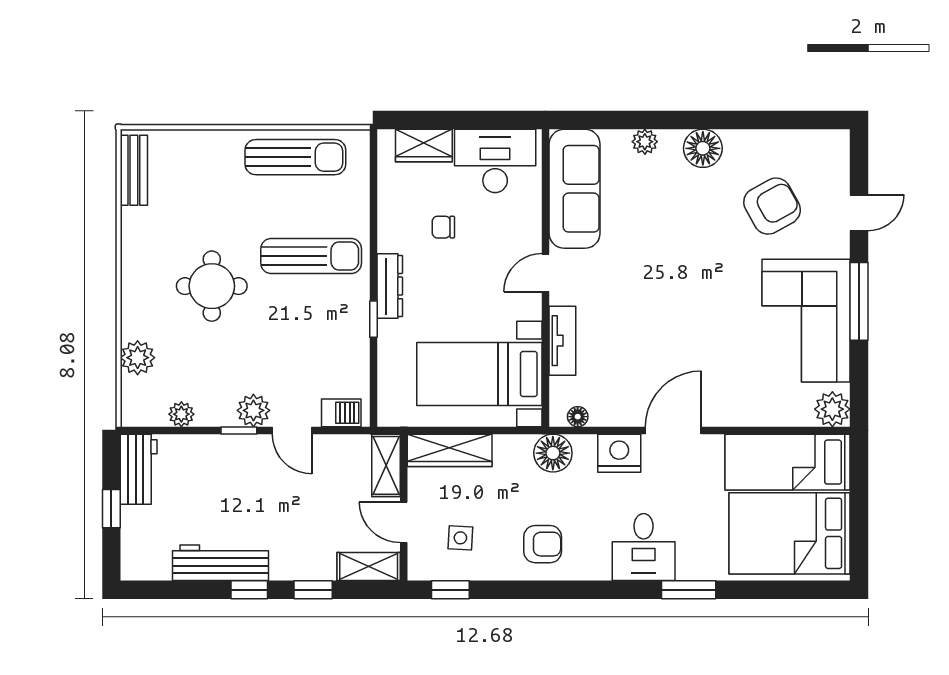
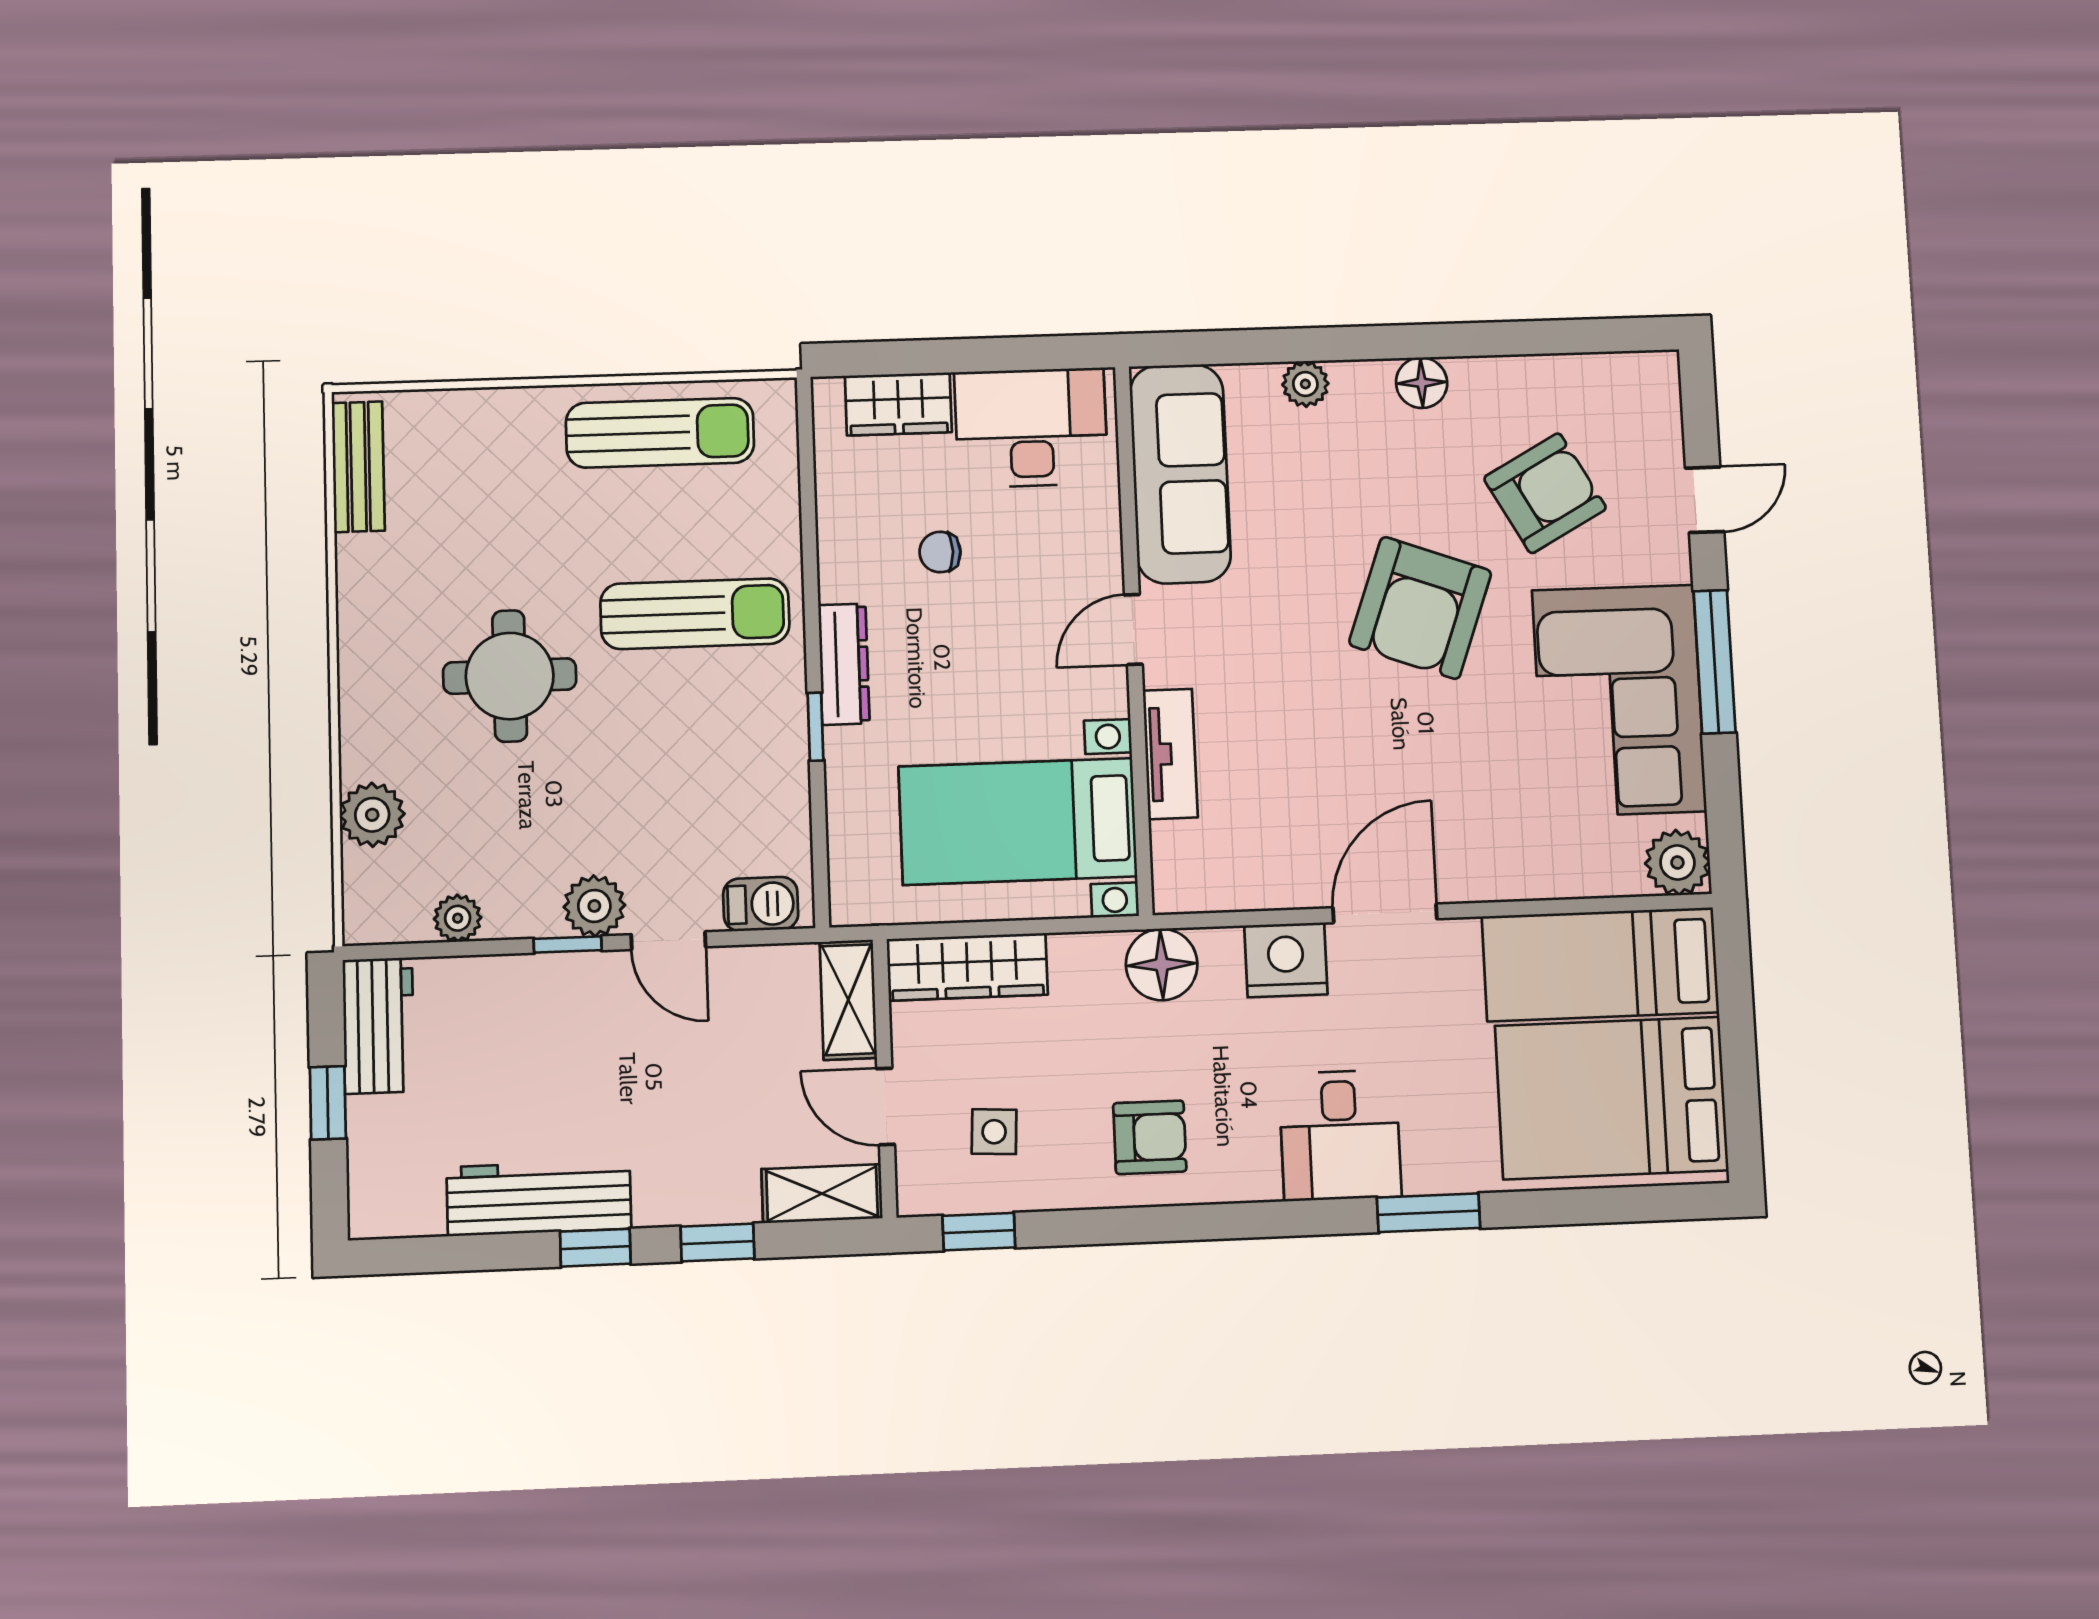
floor lamp: (703, 148) -> (1422, 383), width x0.73, depth x0.73
armchair: (701, 266) -> (1420, 608), added
floor lamp: (578, 417) -> (1205, 894), removed

